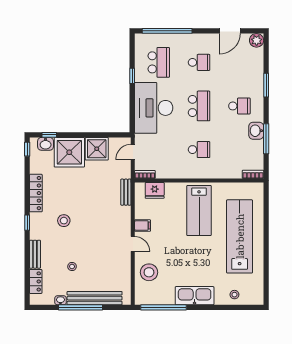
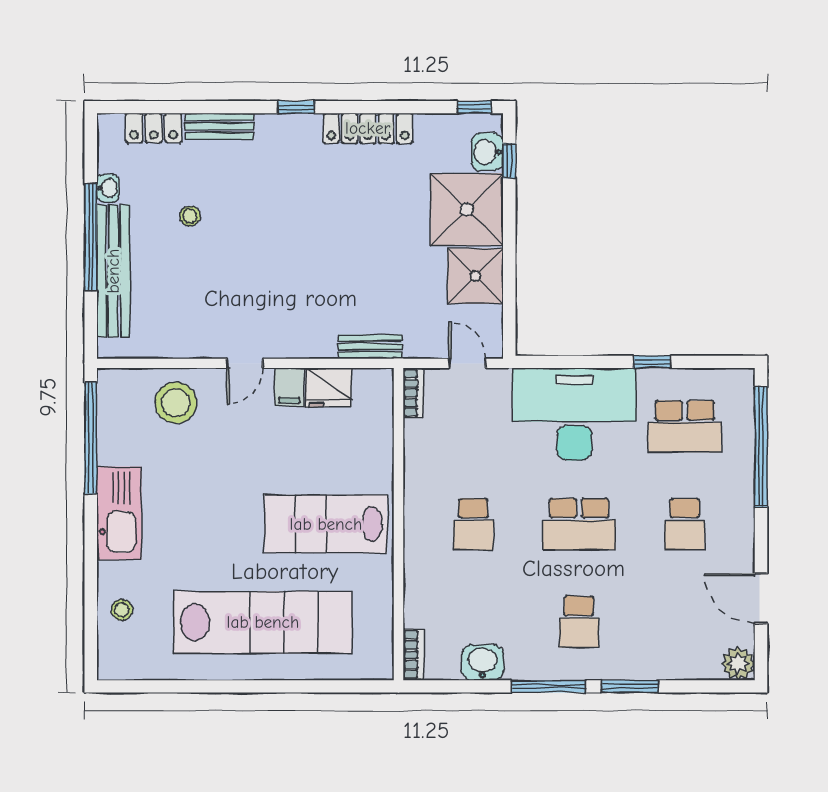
washbasin: (256, 131) -> (483, 663), moved
window: (266, 139) -> (549, 686), moved
fridge: (155, 190) -> (329, 387), moved, turned -90
stool: (64, 221) -> (301, 196), removed

